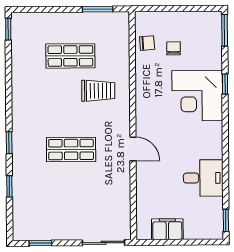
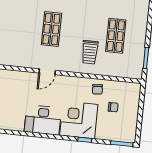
chair: (147, 43) -> (97, 89), moved
desk: (203, 178) -> (43, 120), moved, width x1.37

